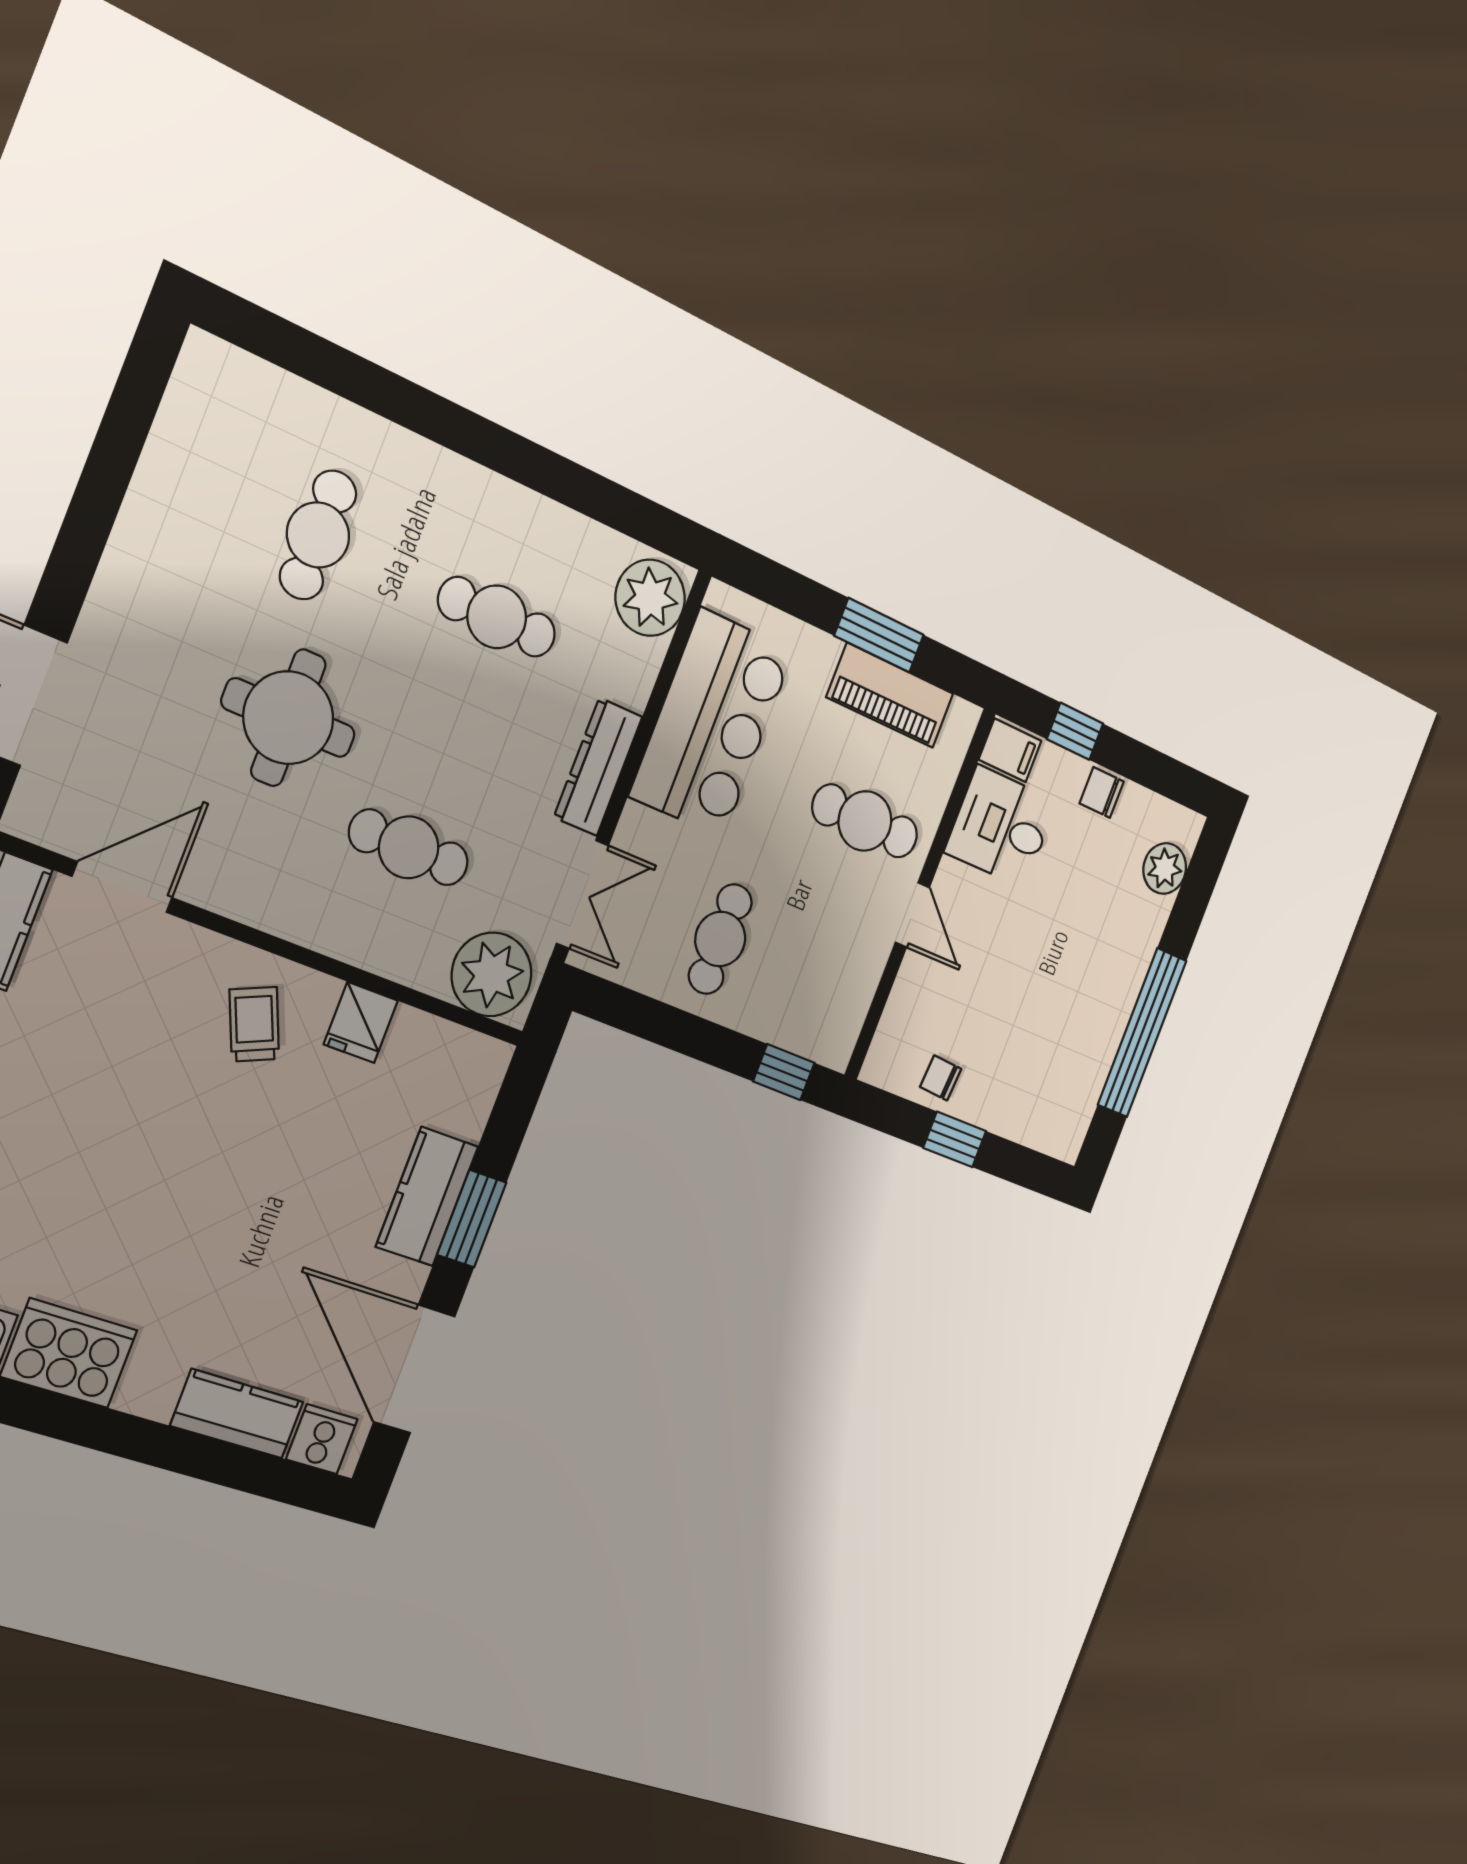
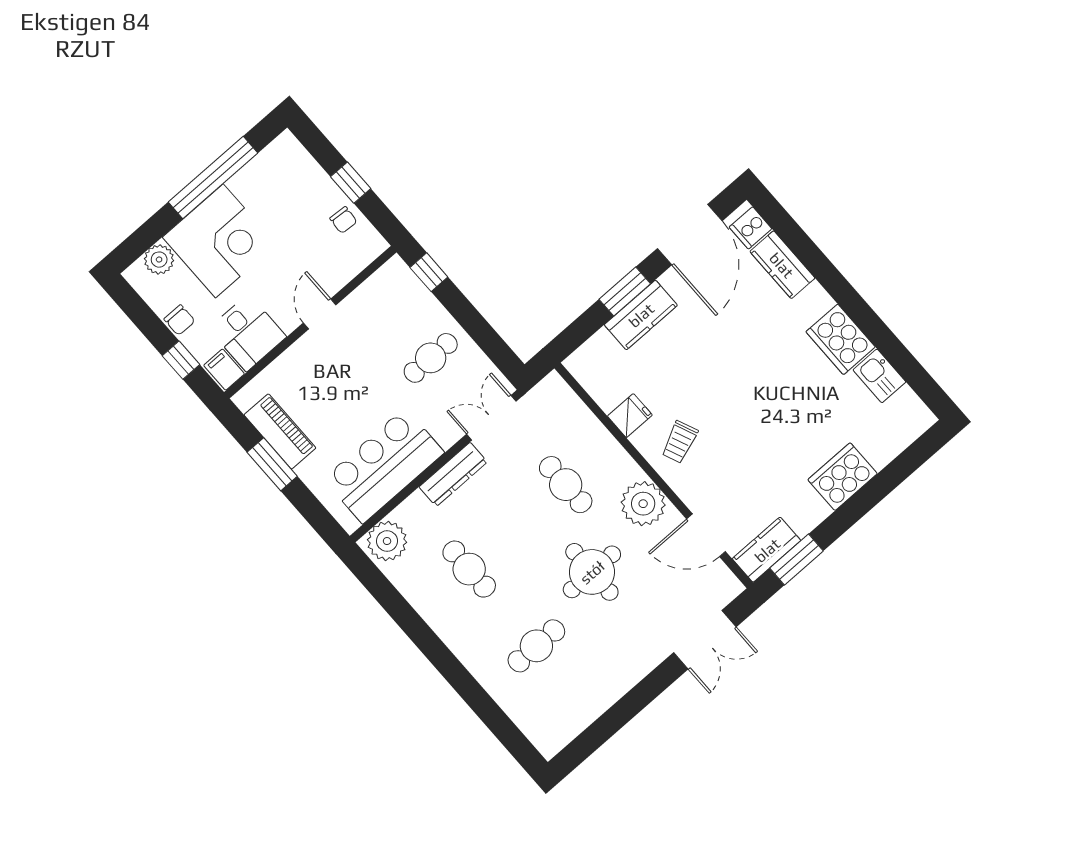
cafe table: (865, 821) -> (324, 376), removed
corner desk: (1096, 944) -> (219, 241), added
plant: (492, 974) -> (643, 504), moved

